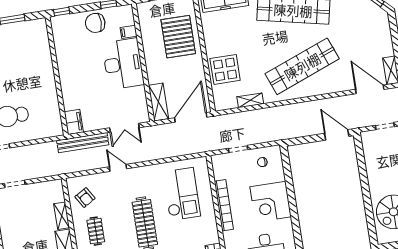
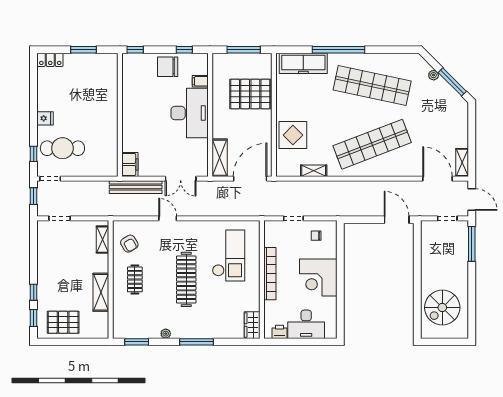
pallet: (178, 37) -> (250, 94), turned 90
shelving: (62, 216) -> (102, 240), moved

